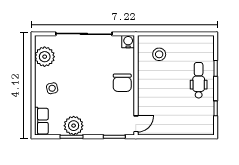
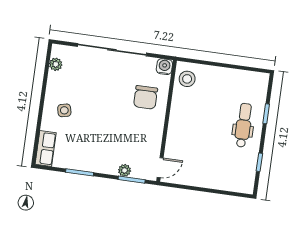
stool: (159, 54) -> (187, 79), moved
plant: (45, 57) -> (56, 64), width x0.53, depth x0.53
chair: (122, 83) -> (146, 97), moved
plant: (74, 126) -> (125, 170), moved, width x0.53, depth x0.53

